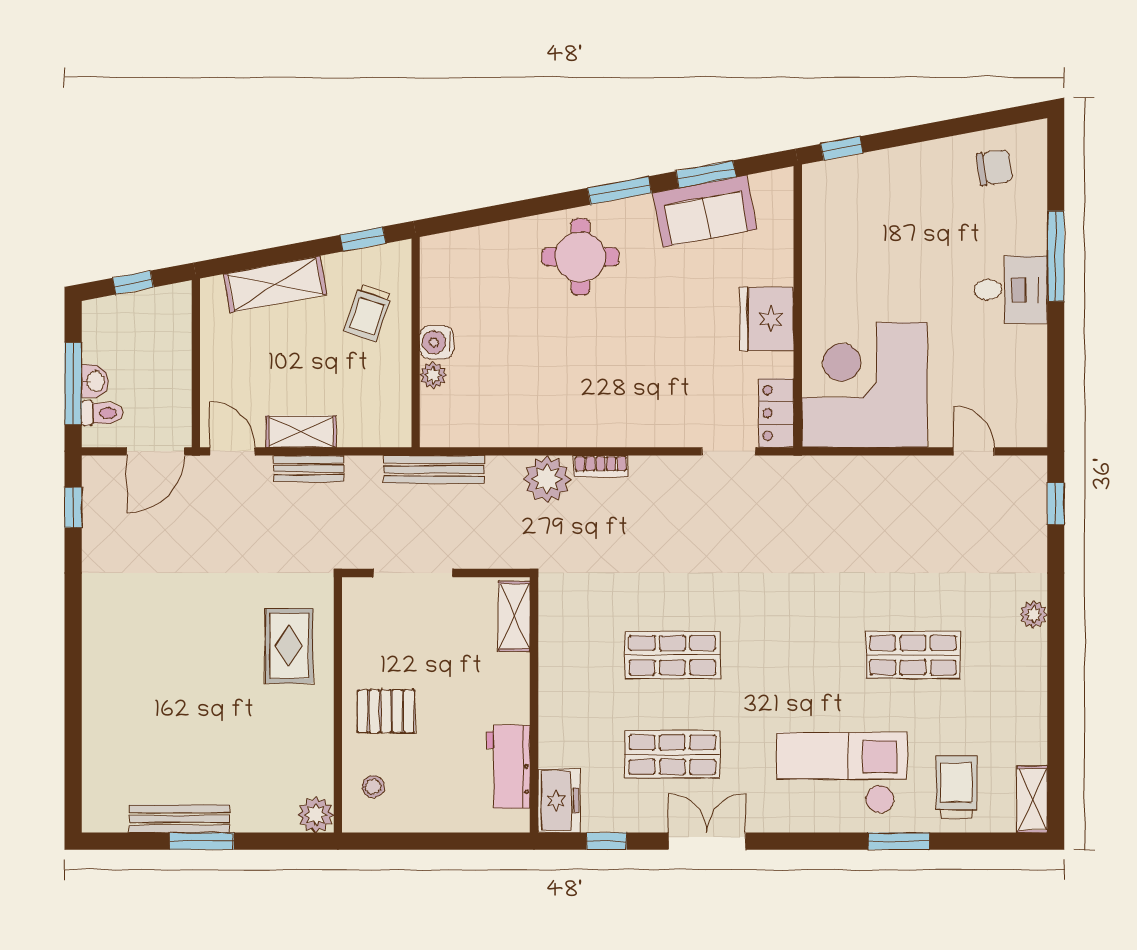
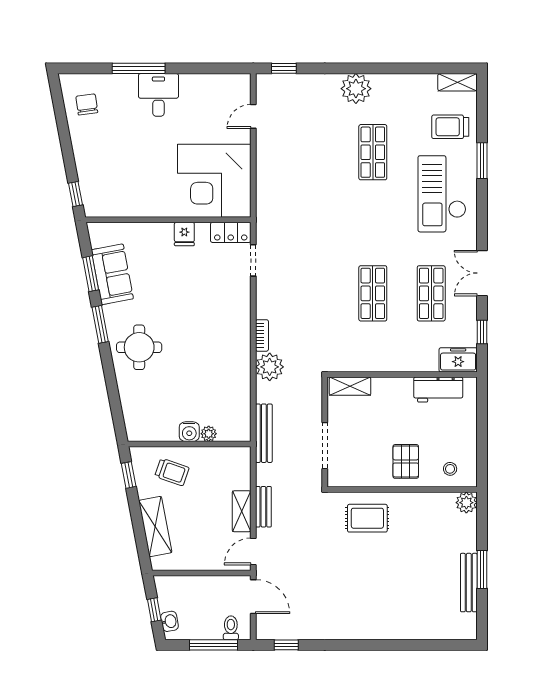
fridge: (767, 319) -> (184, 234), width x0.53, depth x0.75
washbasin: (95, 381) -> (169, 621), moved, turned 79
plant: (1034, 614) -> (356, 89), width x1.87, depth x1.87

